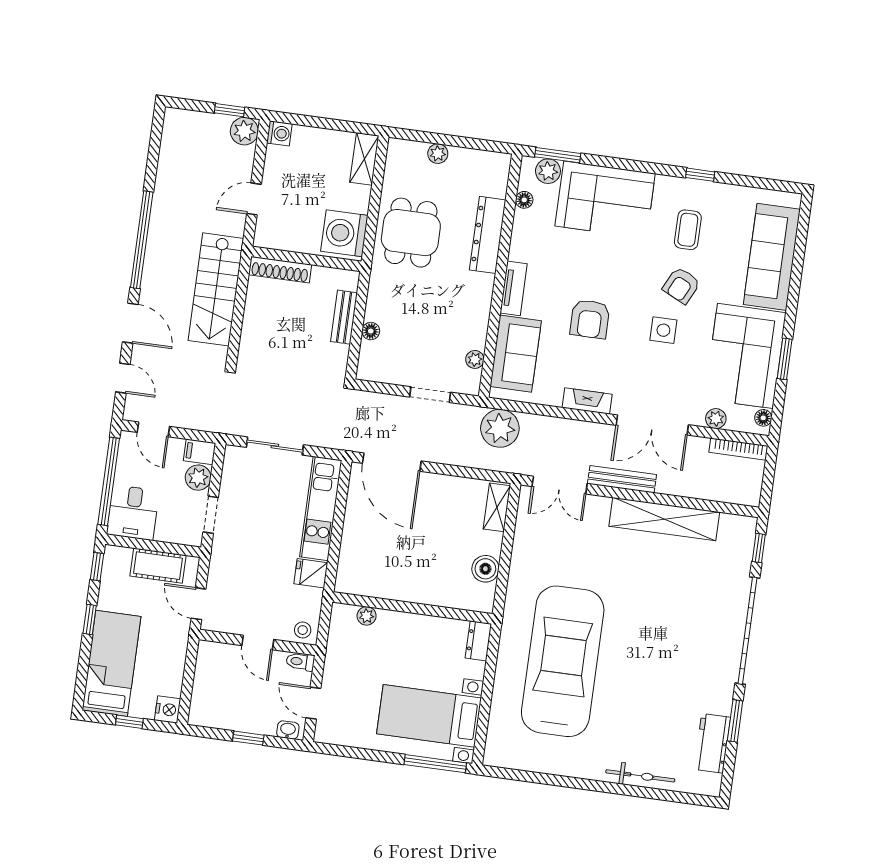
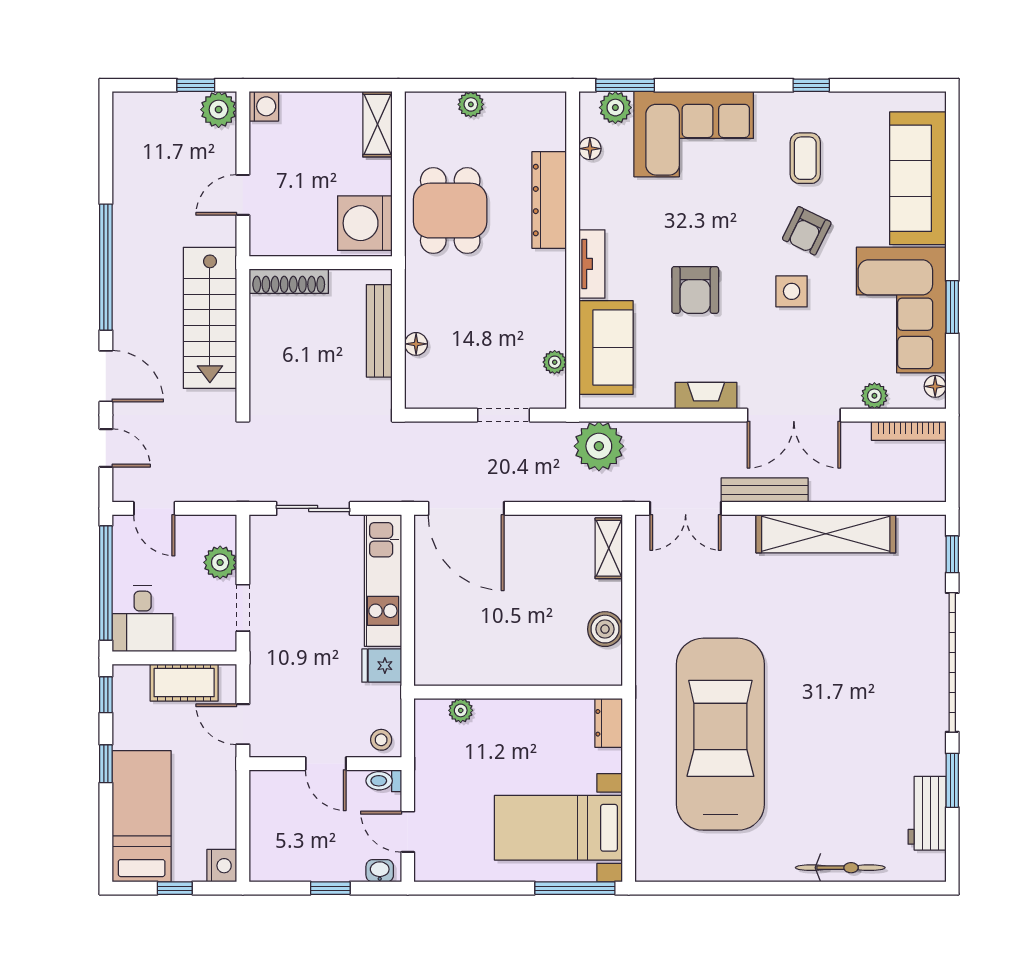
bench: (344, 317) -> (379, 331), width x1.36
filing cabinet: (200, 452) -> (217, 529), removed

